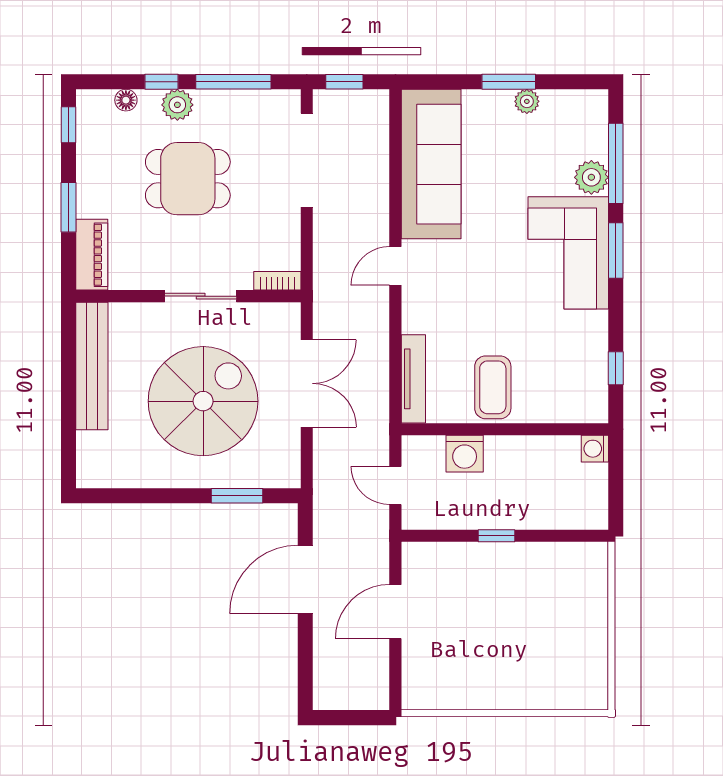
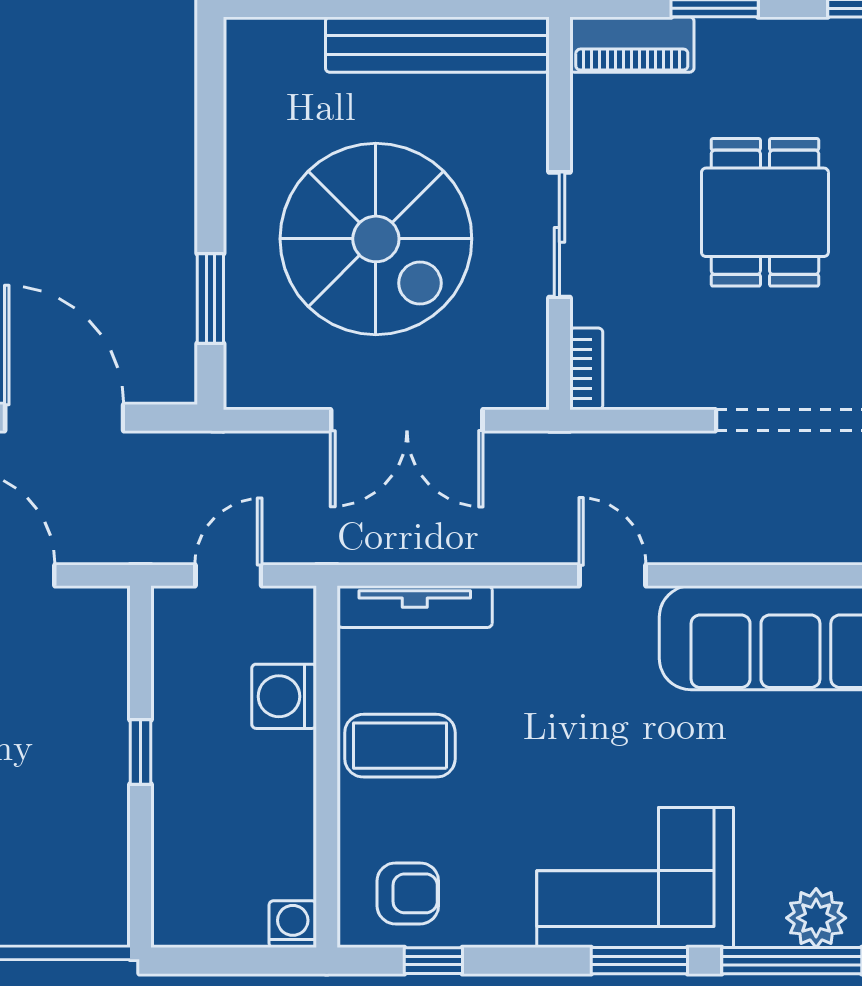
plant: (591, 177) -> (816, 918), moved
armchair: (577, 383) -> (408, 893), added

